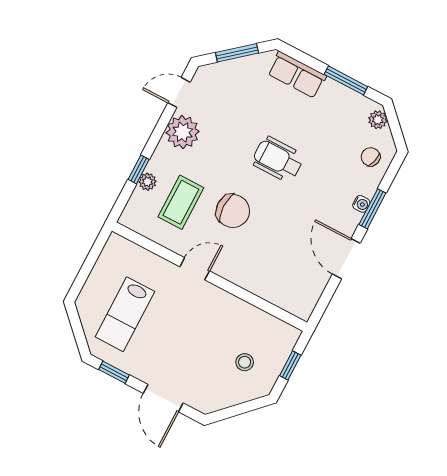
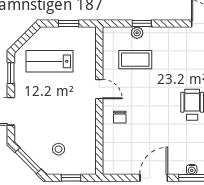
plant: (183, 132) -> (178, 38), removed
chair: (233, 211) -> (120, 117), moved, width x0.54, depth x0.54
window: (89, 264) -> (69, 23), added
window: (239, 409) -> (28, 161), added

